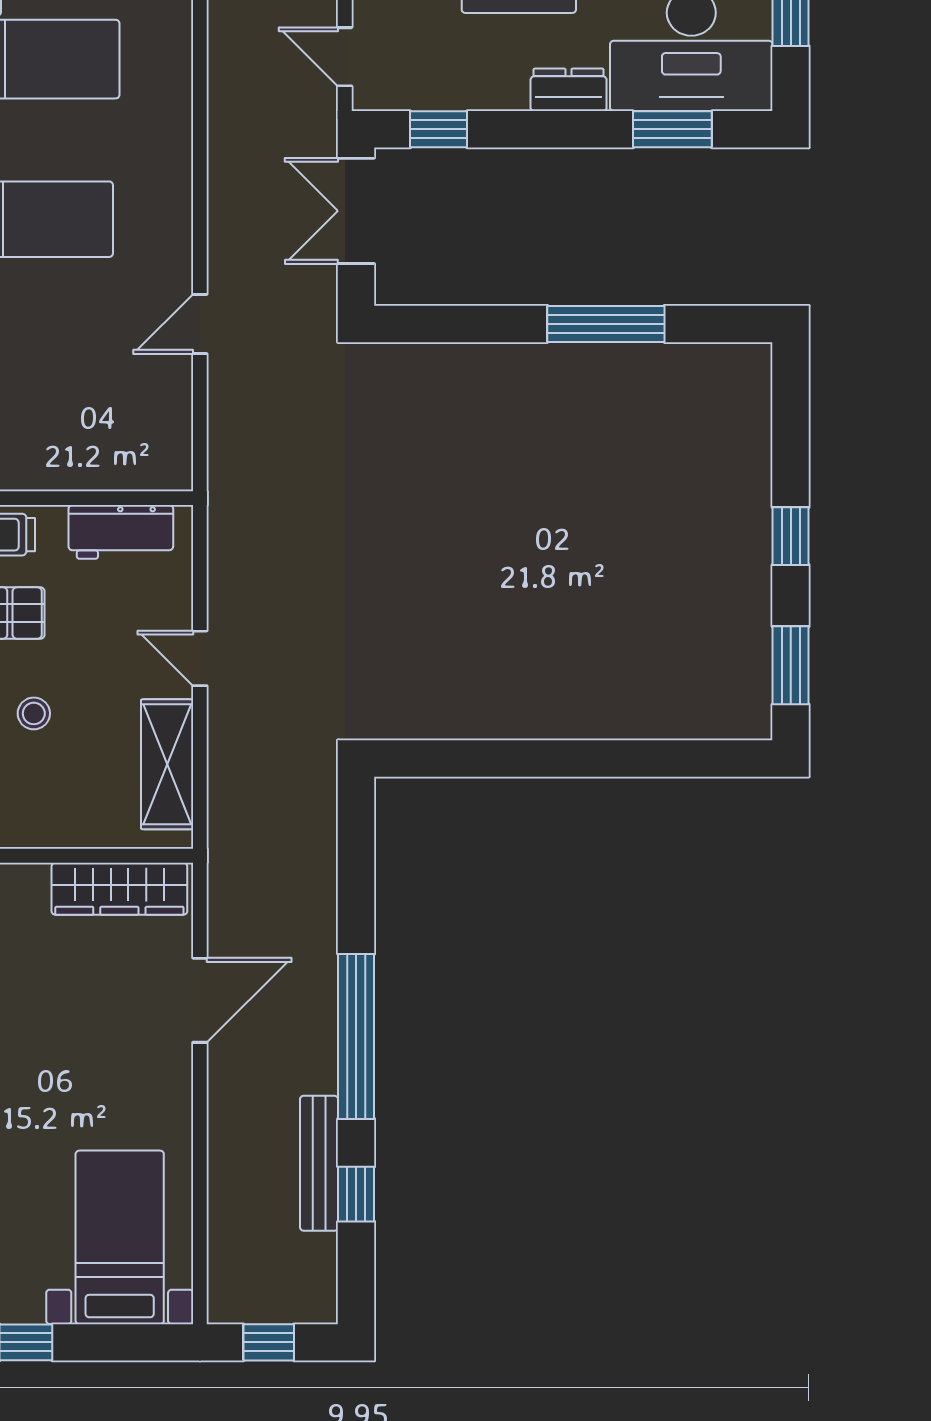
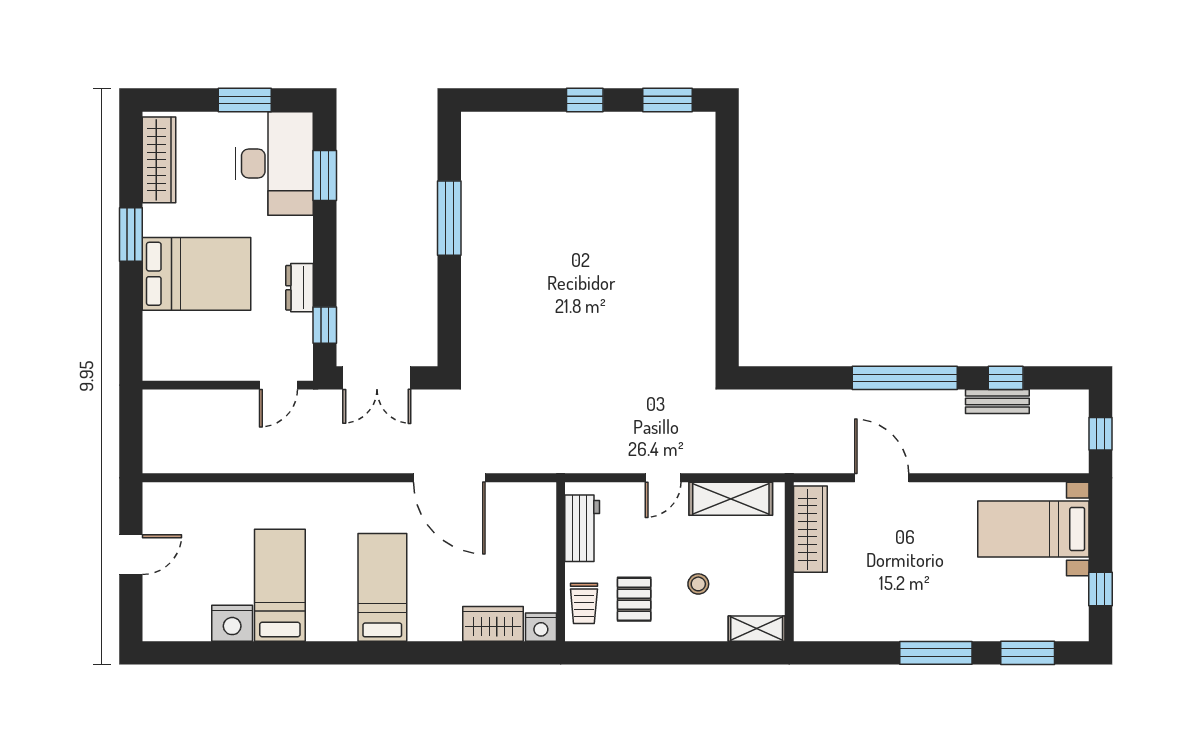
dresser: (569, 90) -> (300, 288), moved
door: (200, 324) -> (449, 478), width x1.87
bench: (319, 1163) -> (997, 402), width x0.73

